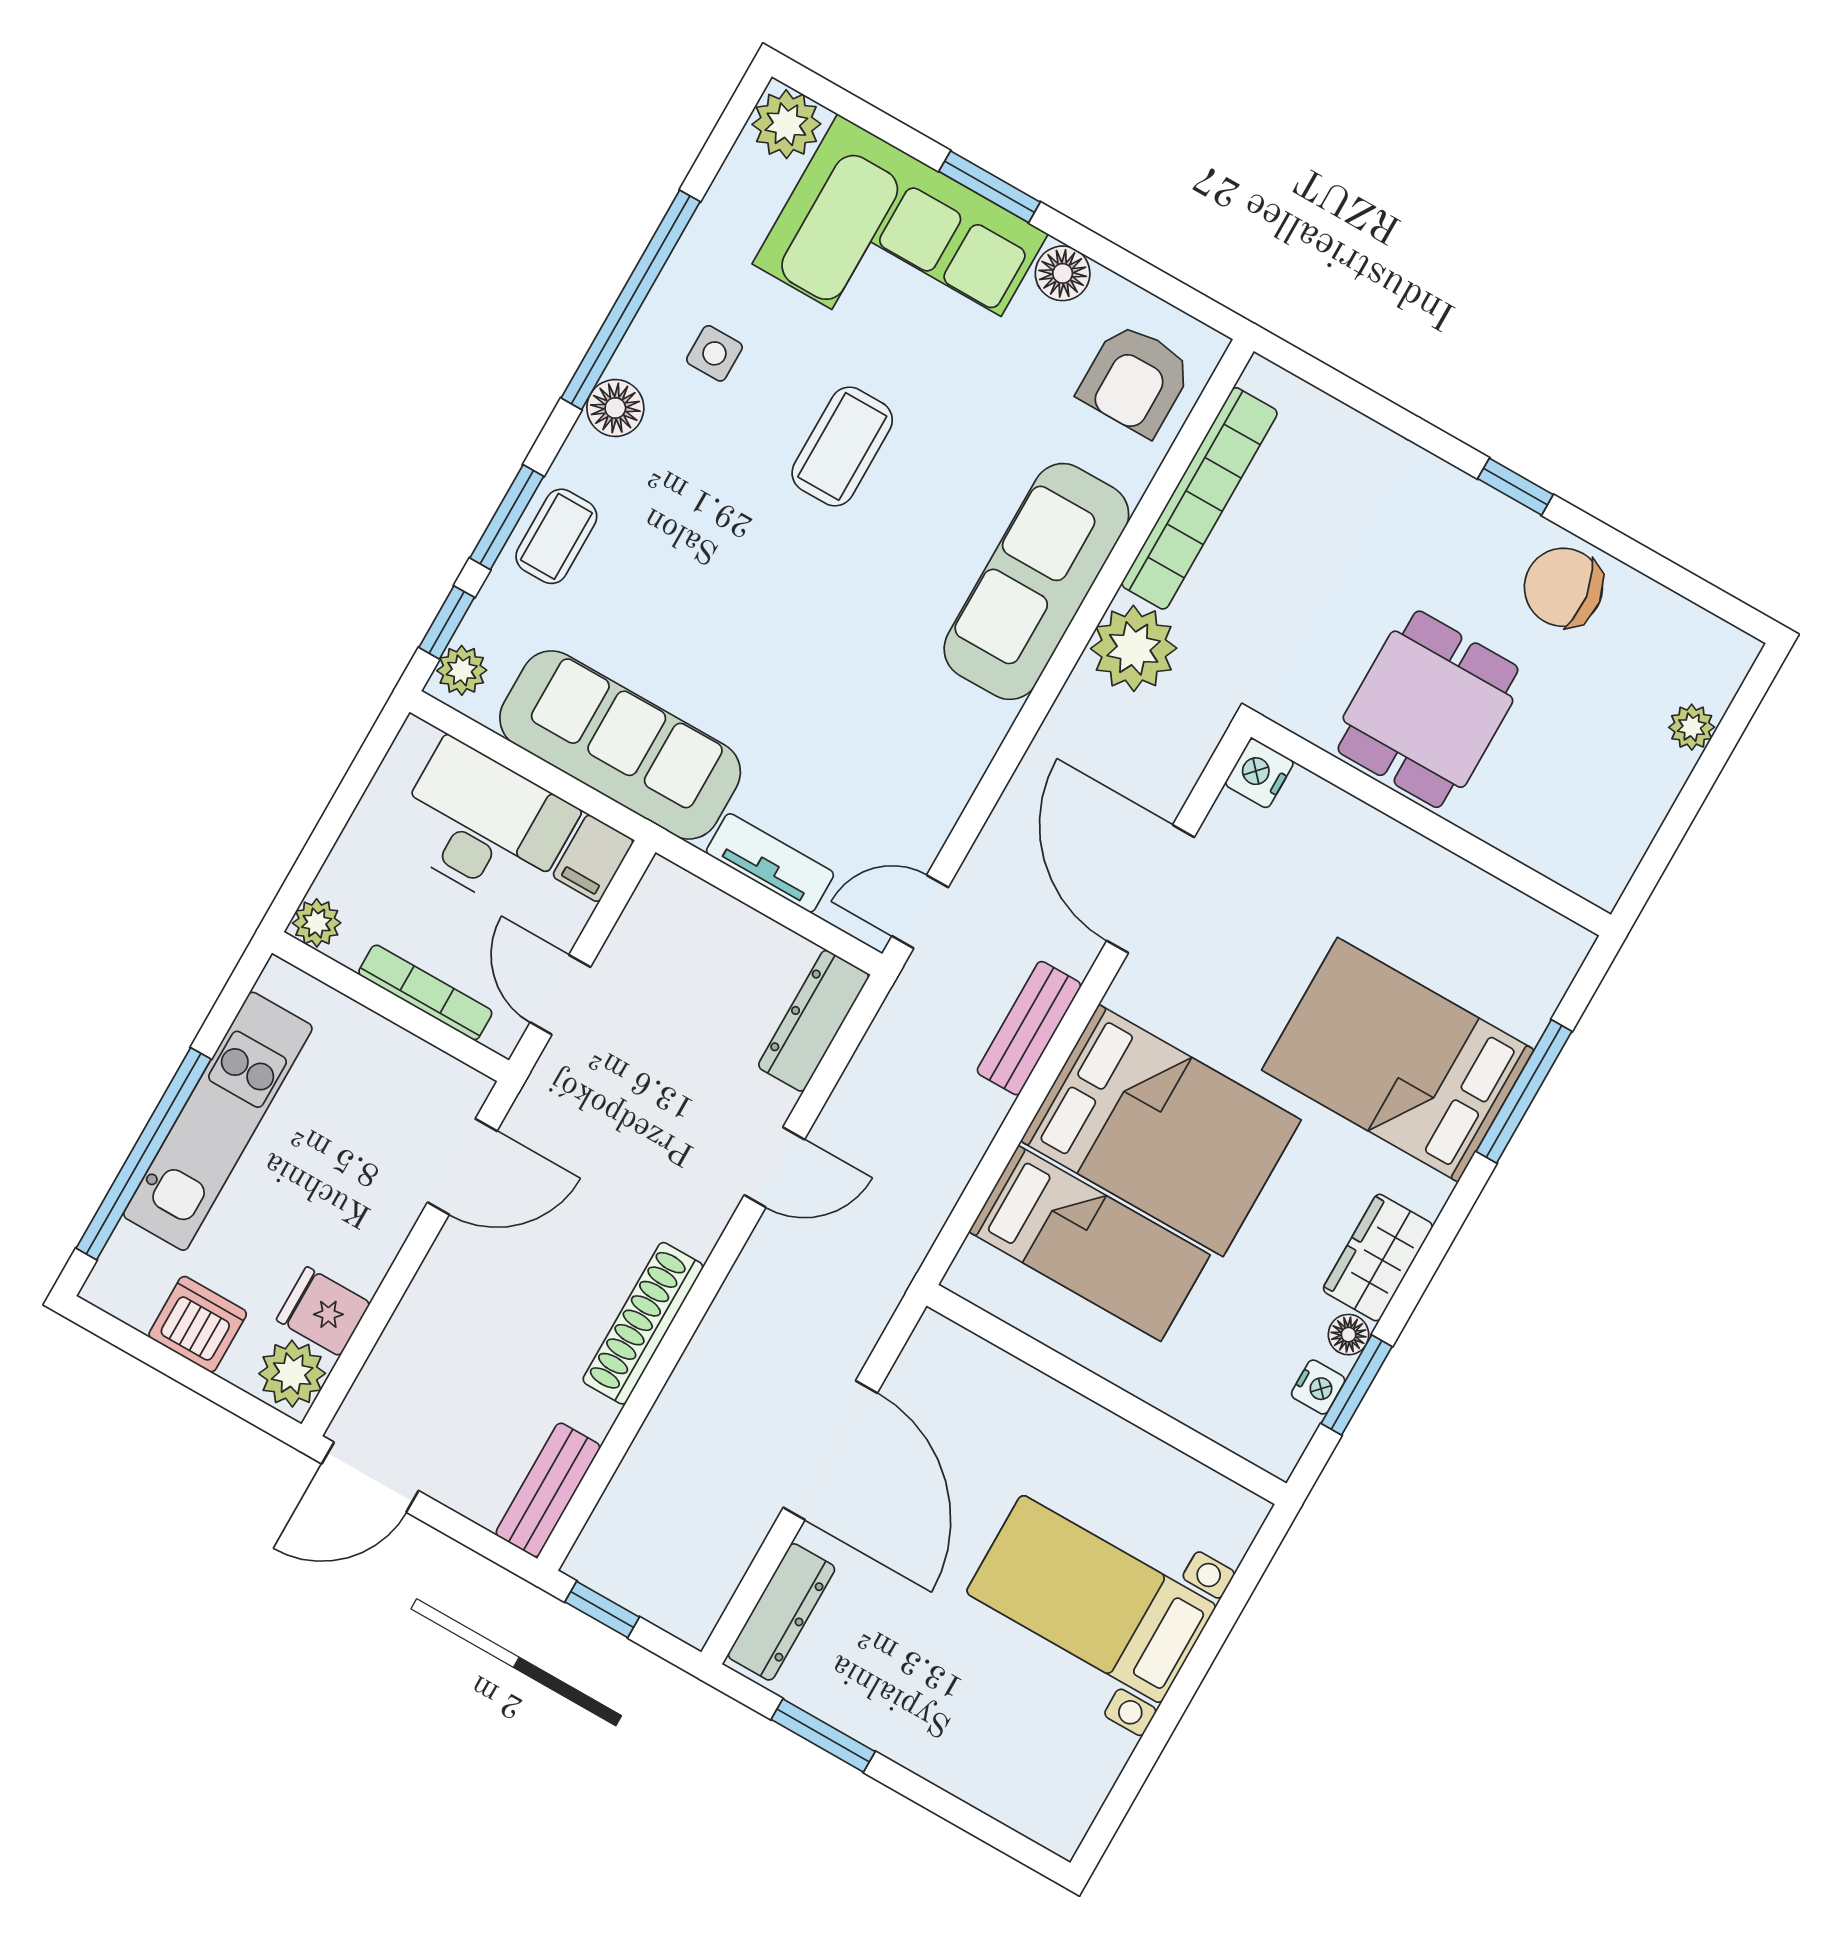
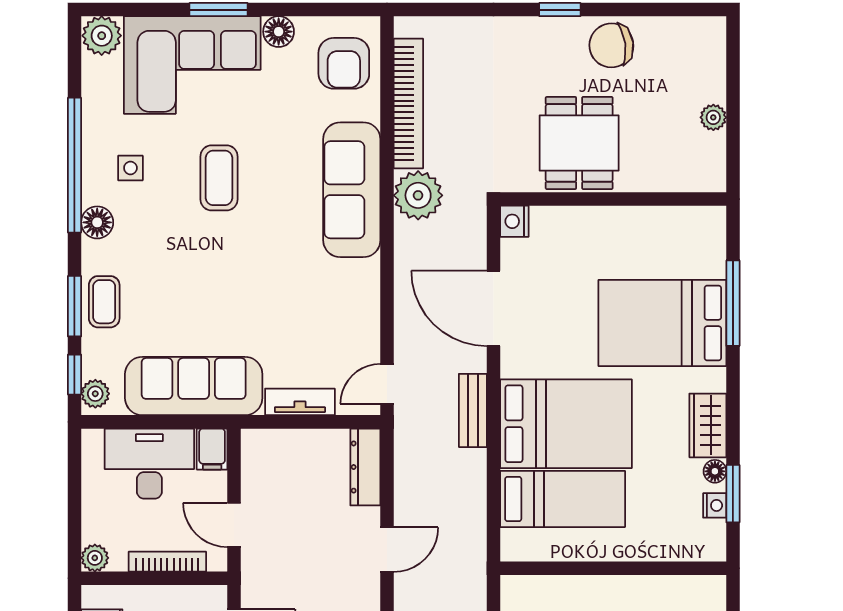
plant: (1692, 727) -> (713, 117), moved

